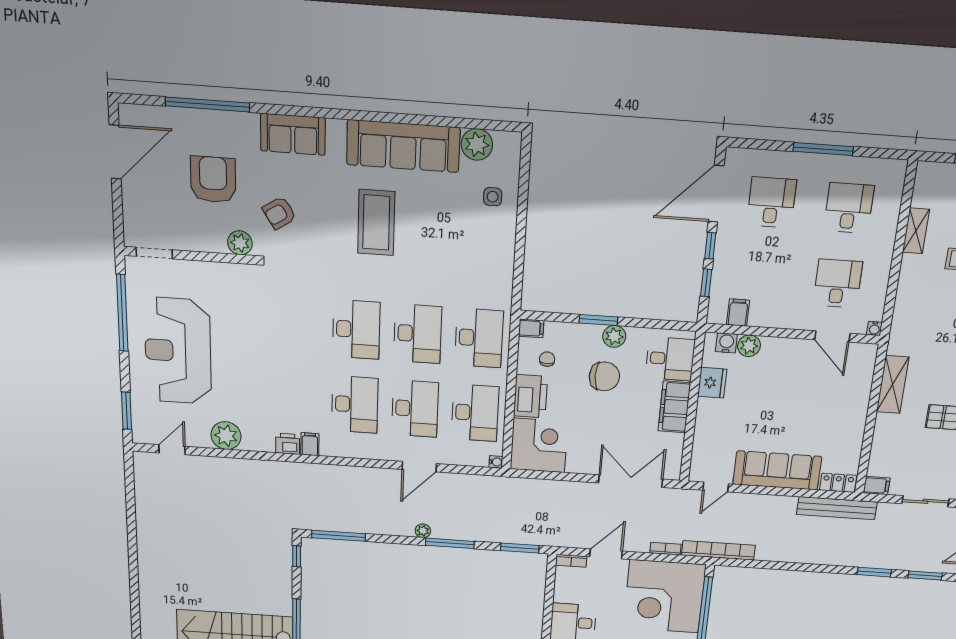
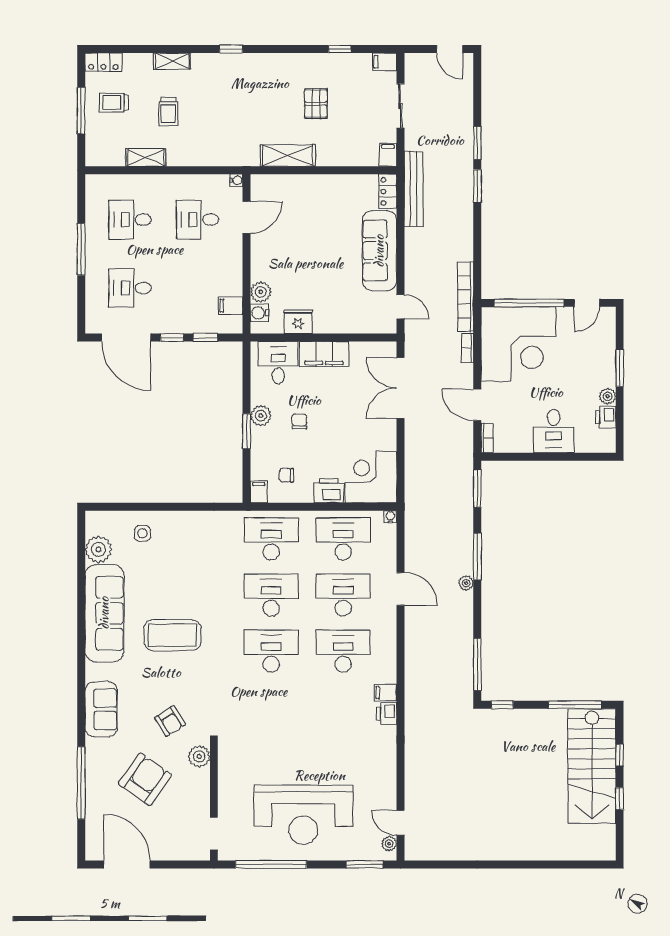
armchair: (213, 180) -> (145, 779), turned 125
chair: (604, 376) -> (299, 421), width x0.54, depth x0.54
printer: (530, 396) -> (329, 491), width x0.73, depth x0.84
plant: (226, 436) -> (389, 844), moved, width x0.53, depth x0.53
window: (925, 575) -> (477, 186), moved

